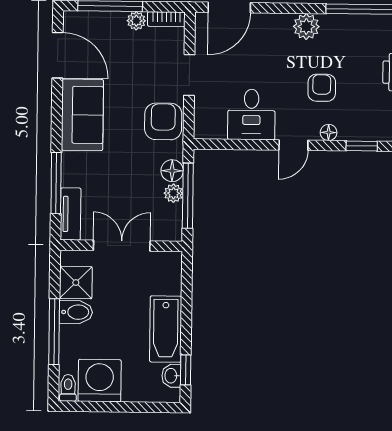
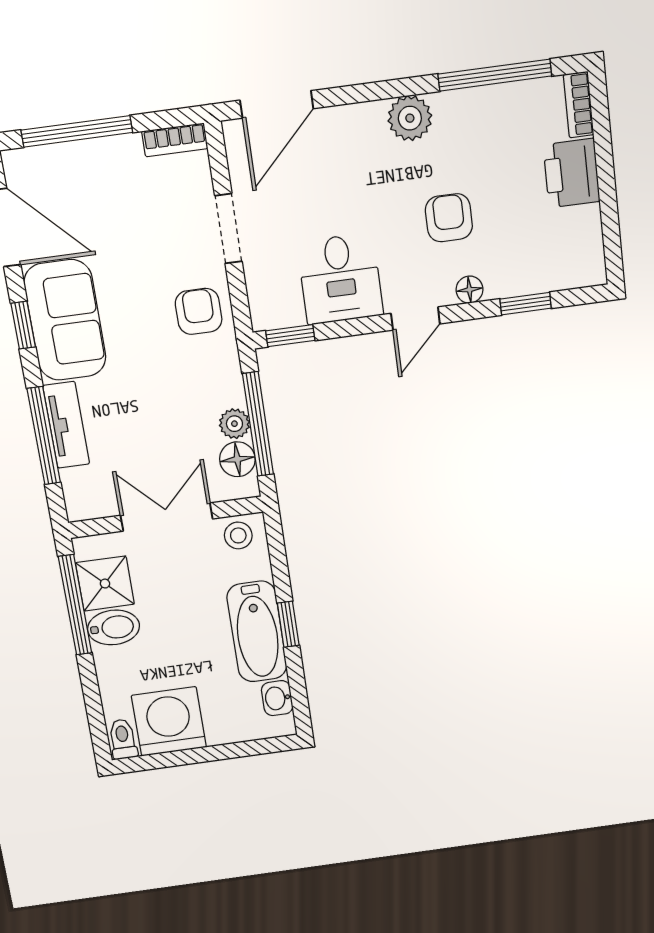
plant: (136, 21) -> (125, 150), removed
window: (57, 114) -> (23, 325), added
armchair: (163, 121) -> (199, 311), width x0.72, depth x0.72
window: (216, 144) -> (290, 336), added
floor lamp: (172, 171) -> (237, 459), moved
tv unit: (71, 214) -> (66, 425), moved
stool: (164, 264) -> (238, 535), added
window: (54, 332) -> (75, 605), moved
window: (186, 370) -> (288, 624), moved

